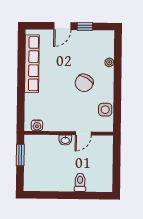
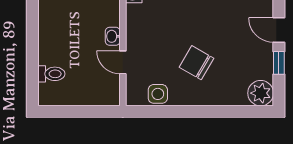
plant: (109, 62) -> (261, 93), moved, width x1.88, depth x1.88
toilet: (80, 182) -> (51, 74), moved

